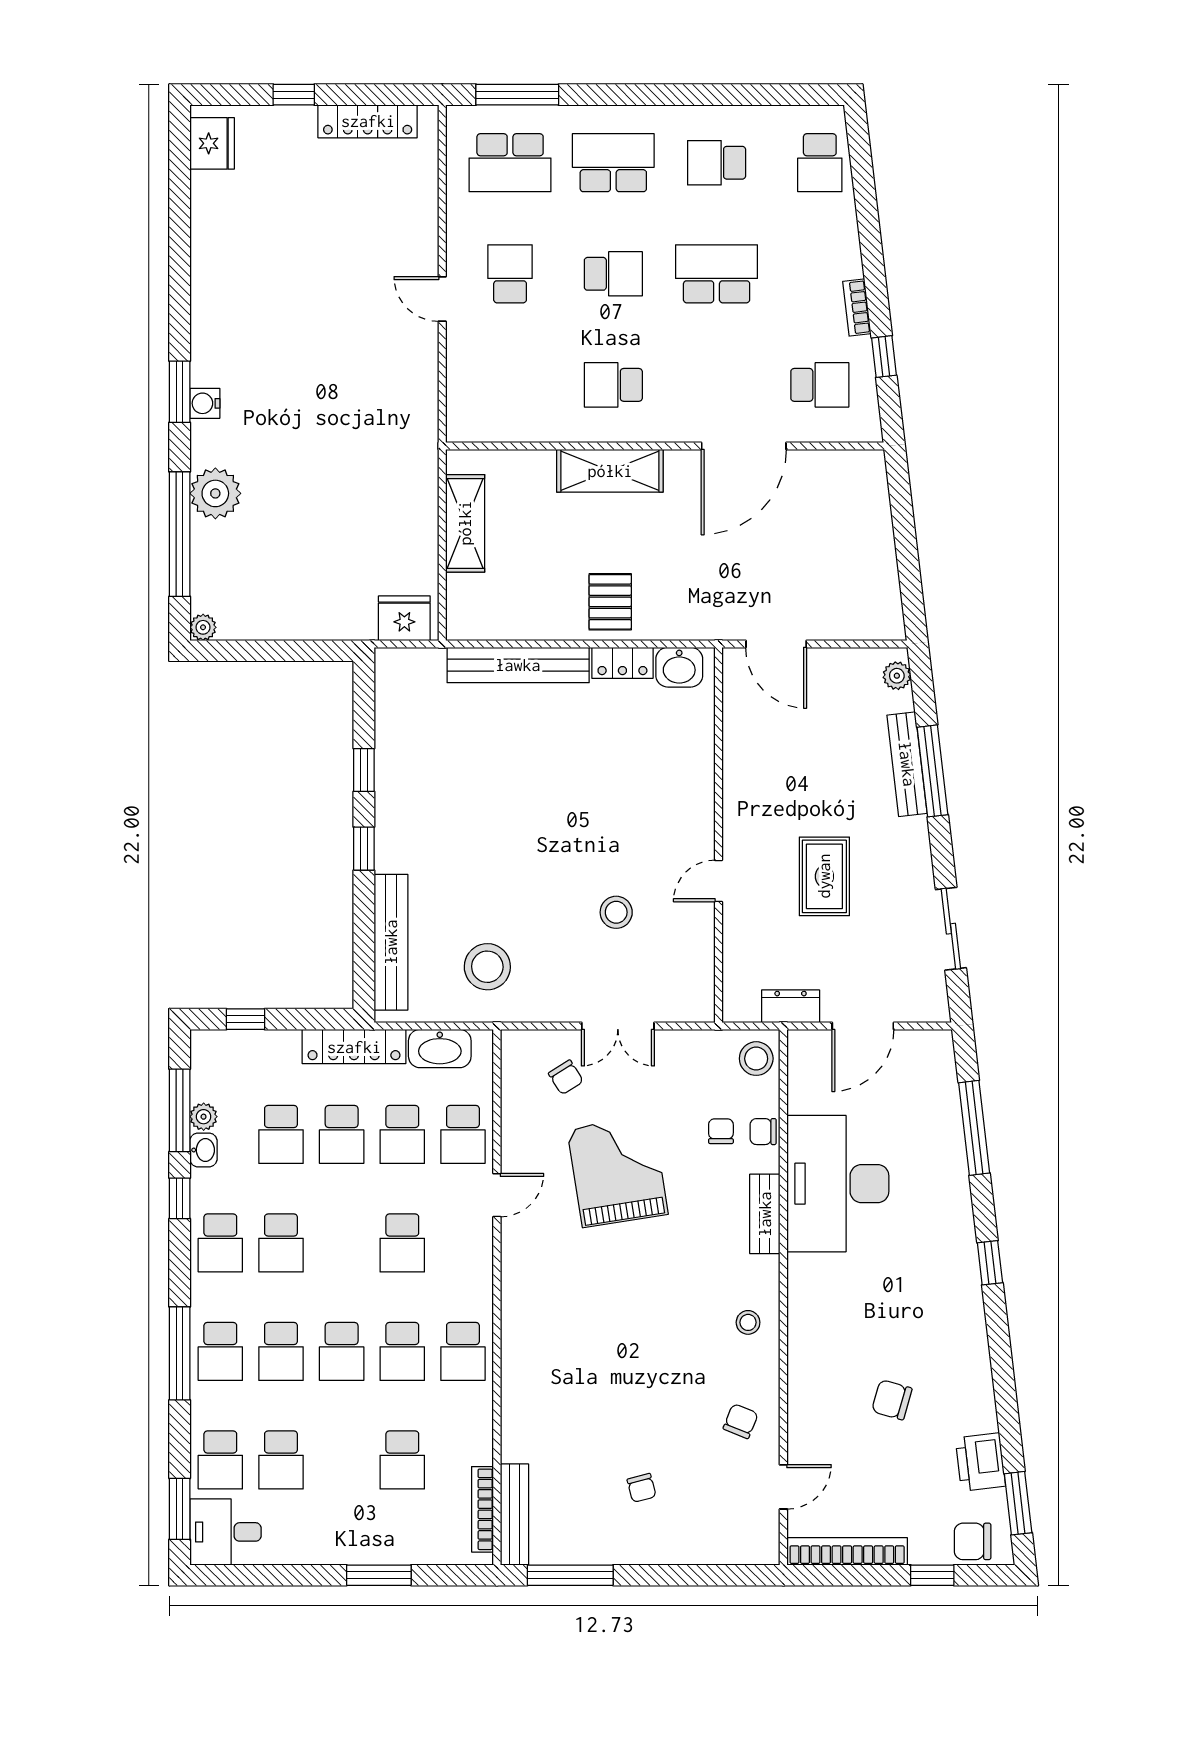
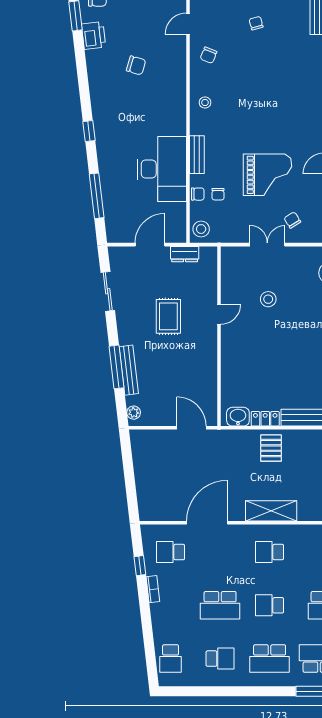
school desk: (820, 163) -> (171, 659), turned 180
school desk: (613, 385) -> (270, 552), turned 180
grand piano: (618, 1172) -> (268, 175), turned -81

